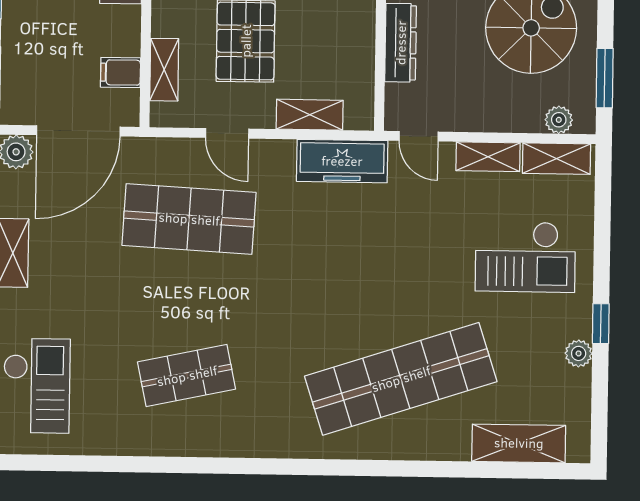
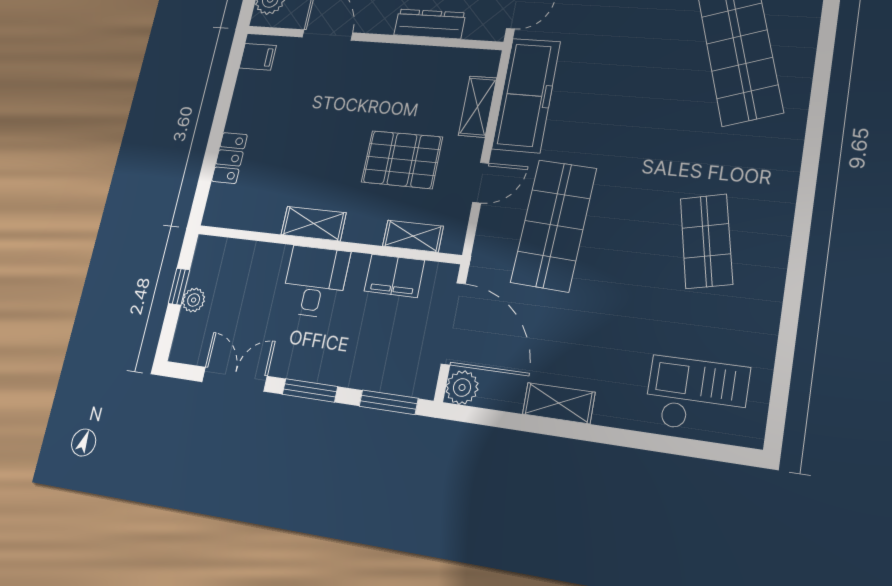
filing cabinet: (121, 72) -> (394, 276), width x2.00
freezer: (342, 161) -> (526, 95), width x1.36, depth x1.26

